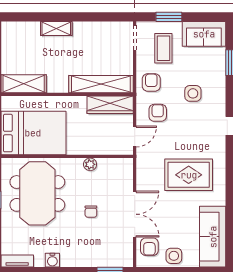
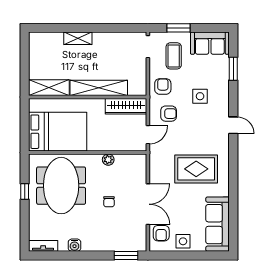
shelving: (101, 84) -> (99, 88), moved
armchair: (158, 113) -> (169, 114), turned 90

